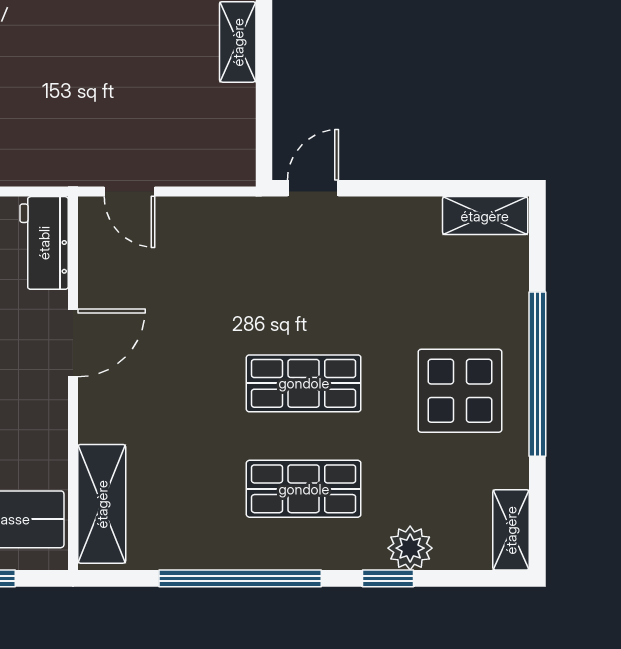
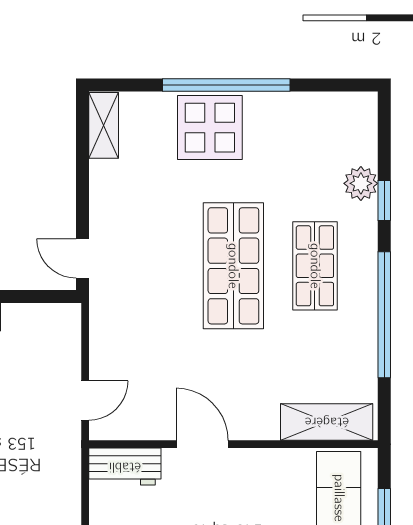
shop shelf: (304, 383) -> (233, 266), width x1.43, depth x1.36
display table: (460, 391) -> (210, 128), moved
shelving: (511, 530) -> (347, 105), removed

